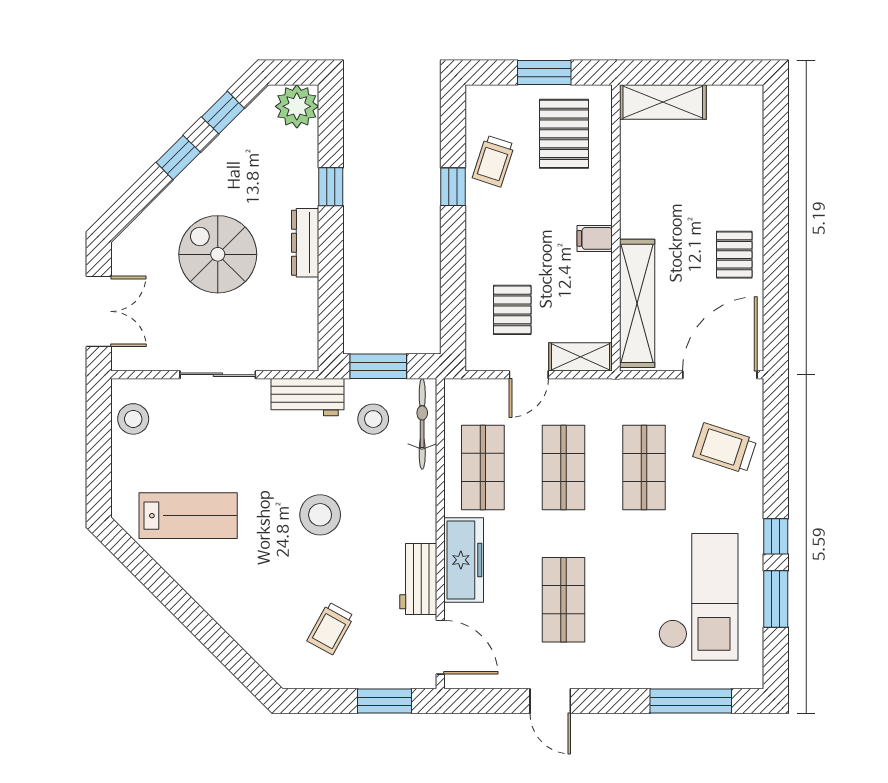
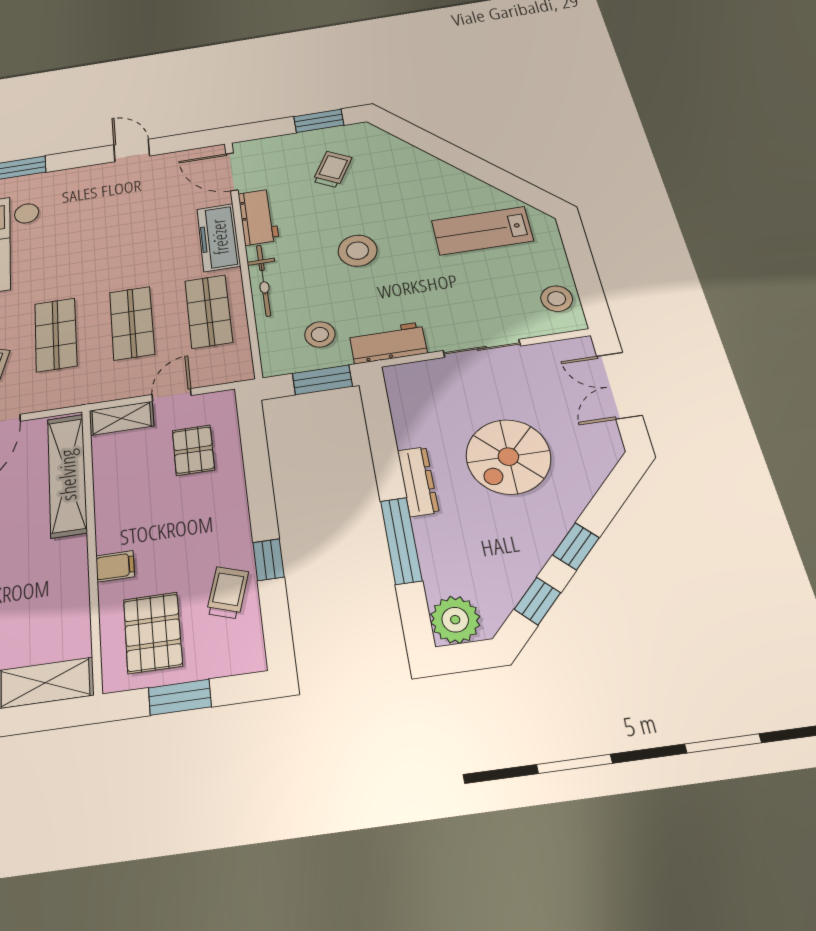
window: (331, 187) -> (401, 540), width x2.17
filing cabinet: (595, 238) -> (115, 566), moved
spiral stairs: (218, 254) -> (508, 457), turned 90
bicycle: (422, 424) -> (263, 280), moved
shop shelf: (563, 600) -> (125, 222), removed
window: (384, 701) -> (319, 121), moved

